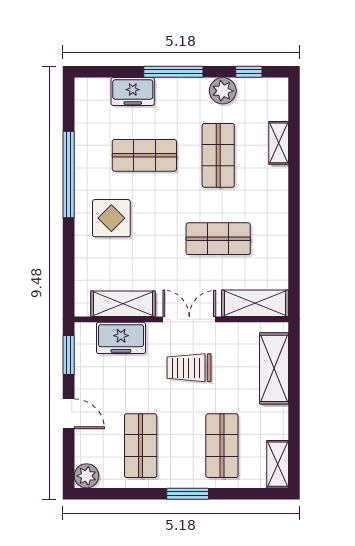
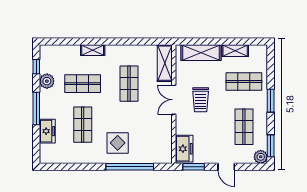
shelving: (279, 143) -> (93, 50), moved
window: (69, 174) -> (130, 167), moved
shelving: (123, 304) -> (165, 137), removed
freezer: (121, 338) -> (184, 149), moved
door: (69, 414) -> (226, 167), swing flipped
shop shelf: (141, 446) -> (244, 127), turned 90
shelving: (278, 464) -> (235, 51), moved
window: (106, 494) -> (271, 146), added

